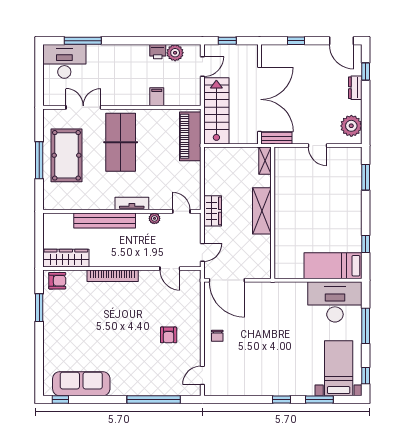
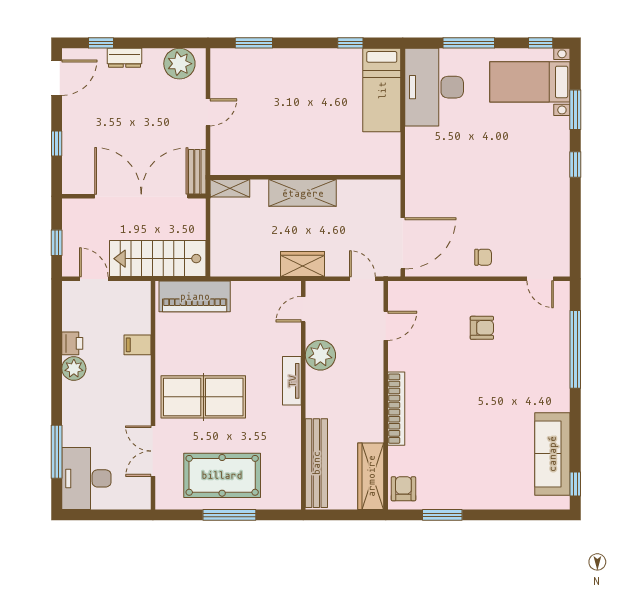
plant: (175, 53) -> (74, 369), moved
plant: (154, 218) -> (320, 355), width x1.88, depth x1.88
bench: (105, 221) -> (316, 463), moved

